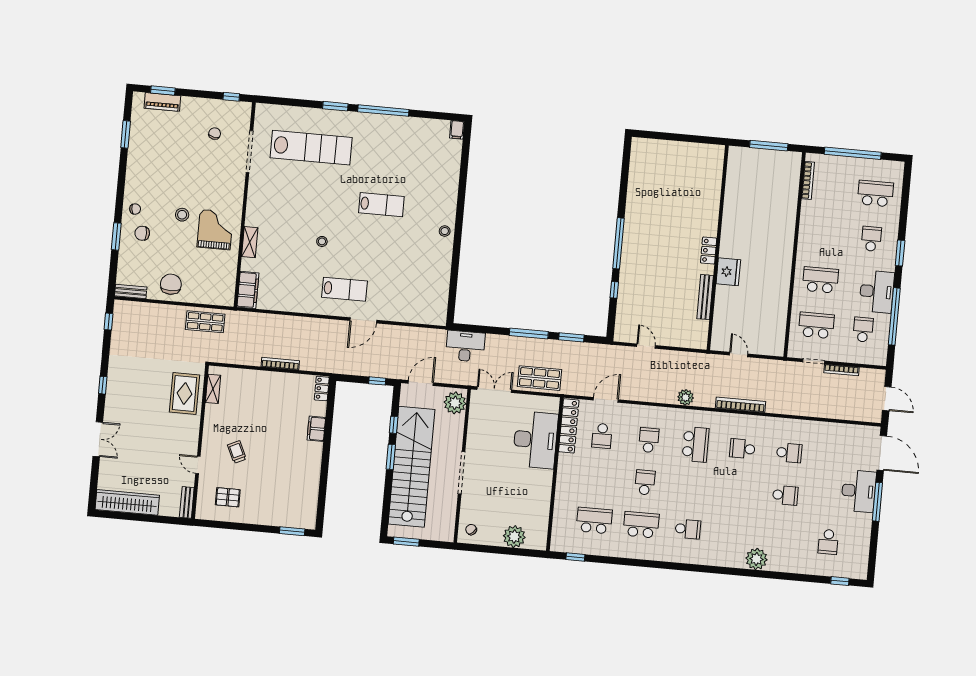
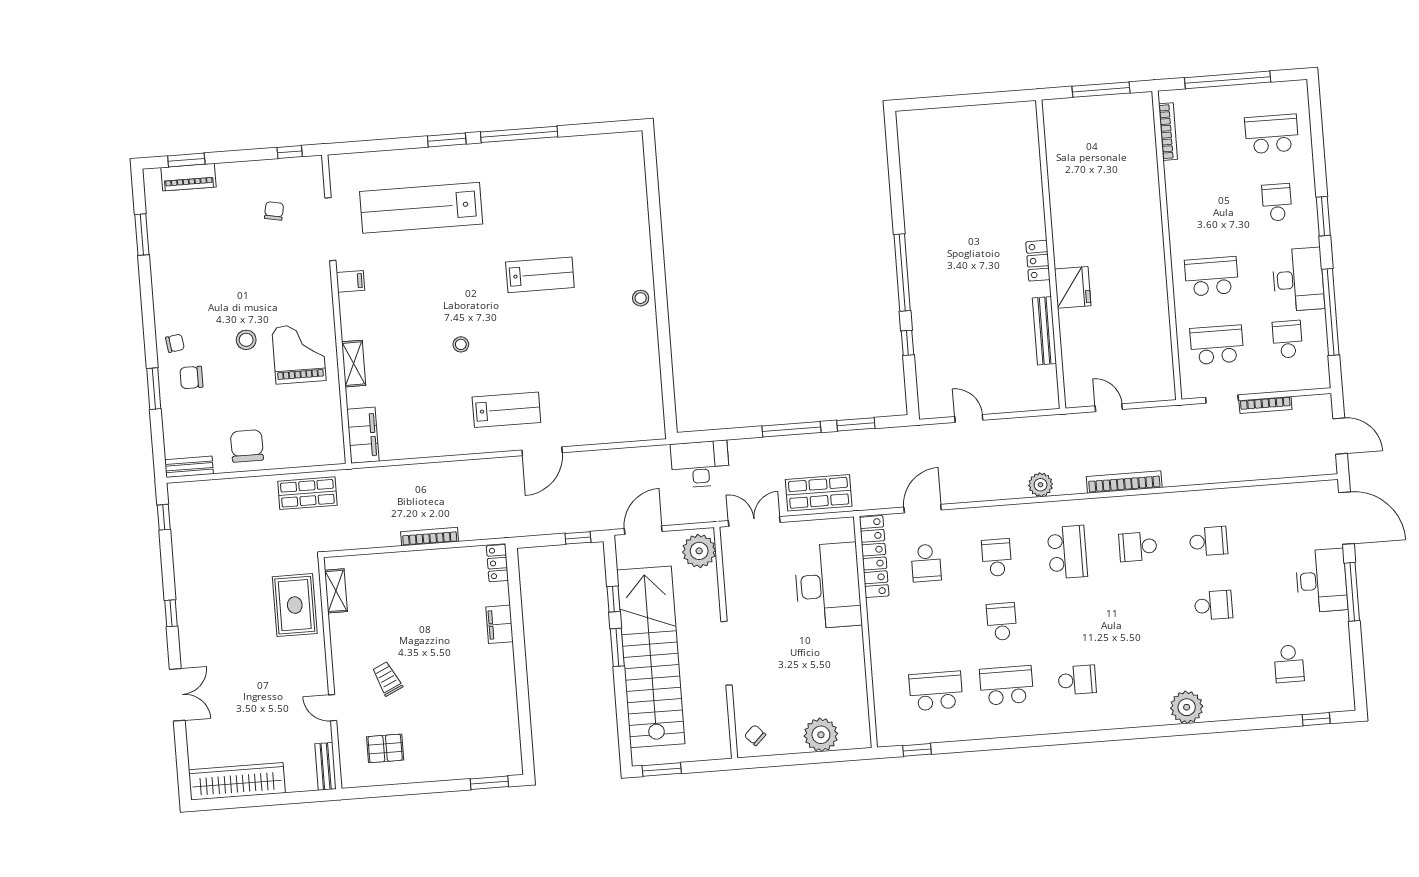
filing cabinet: (457, 130) -> (350, 281), moved, turned -90
lab bench: (311, 148) -> (421, 208), turned 180

